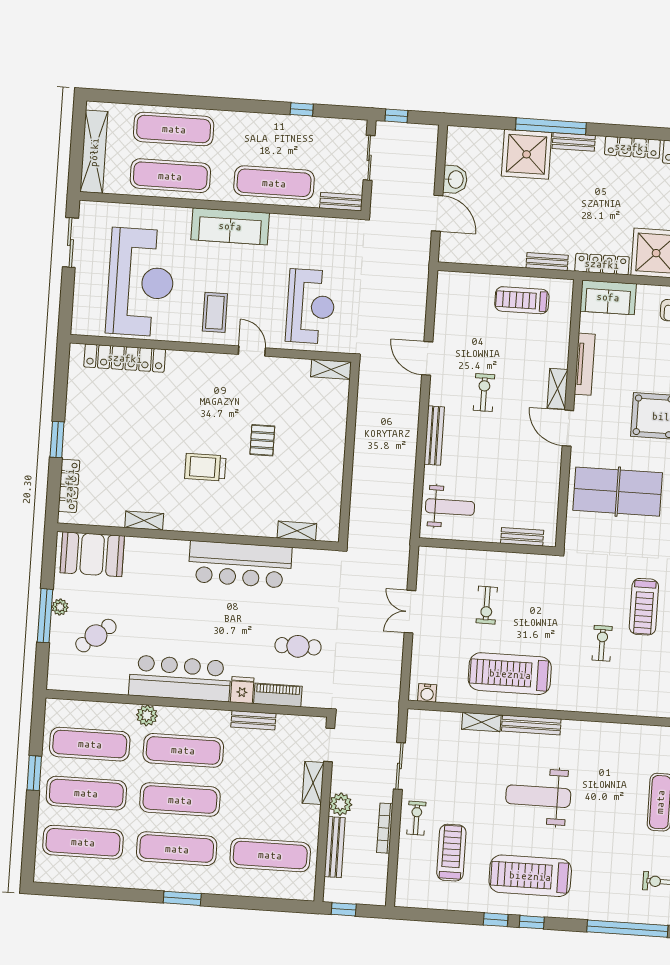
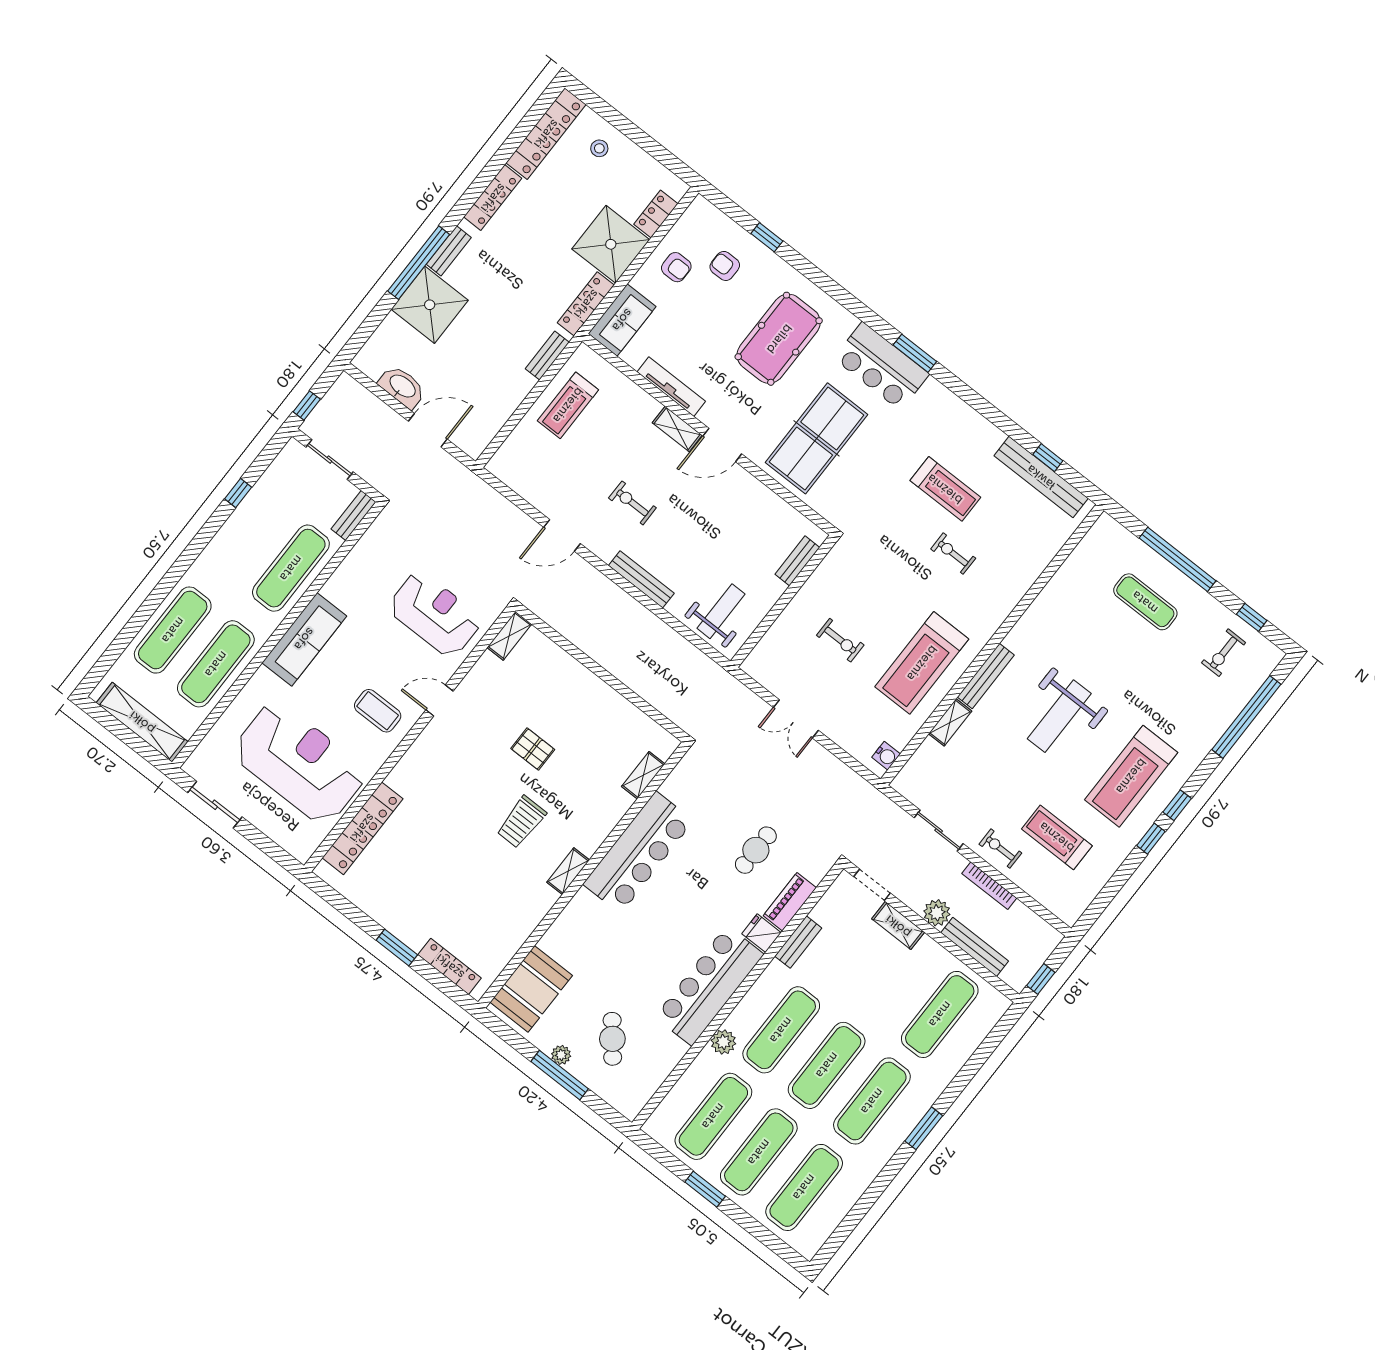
washbasin: (455, 179) -> (402, 387), width x1.38
shelving: (144, 521) -> (568, 871), moved

